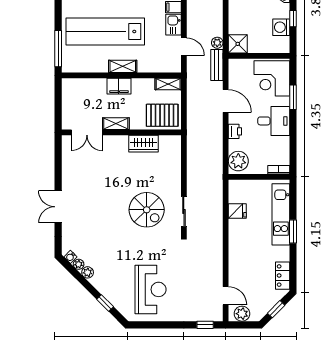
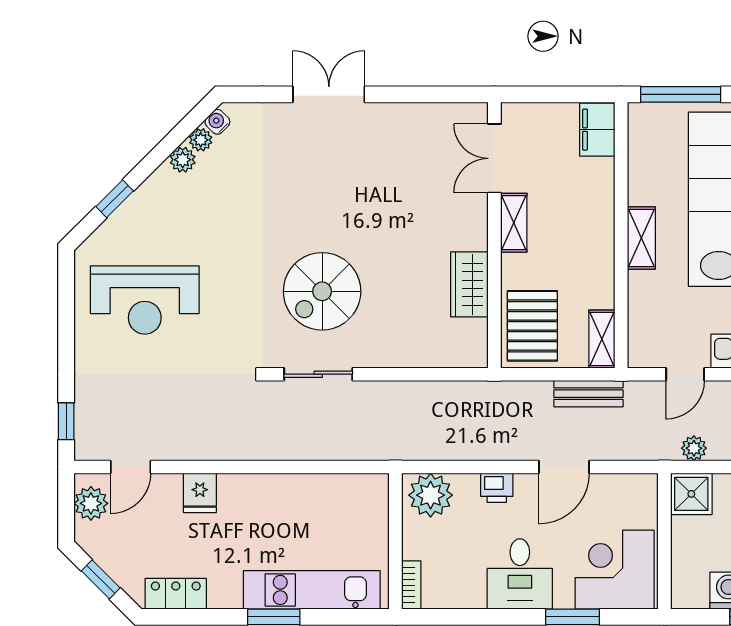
bench: (217, 65) -> (588, 394), moved
filing cabinet: (119, 86) -> (597, 130), moved
fridge: (237, 211) -> (200, 493), moved

